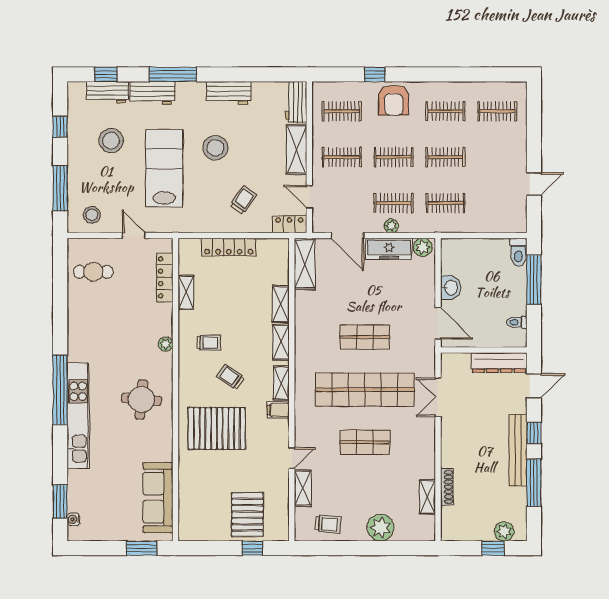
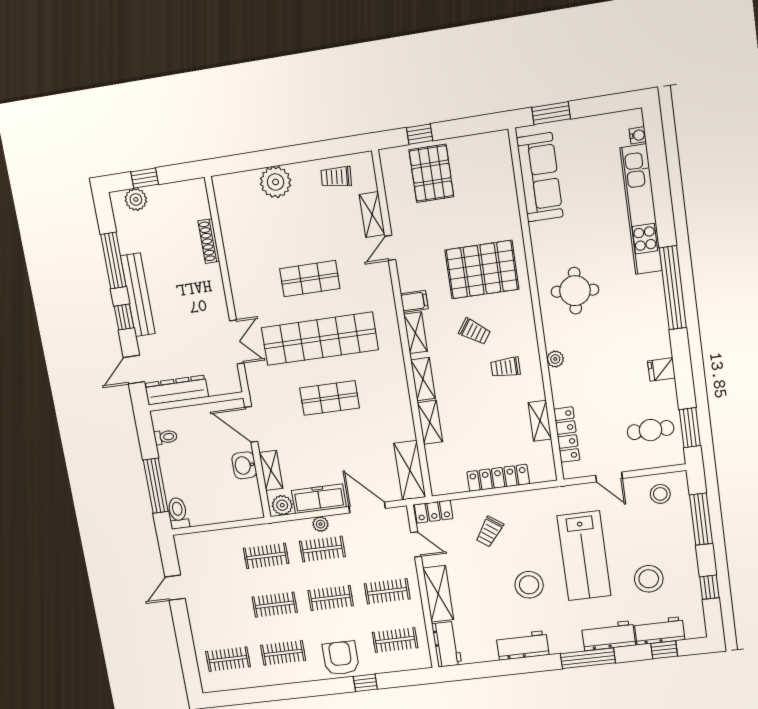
fridge: (78, 323) -> (661, 369), added
kitchen unit: (78, 416) -> (641, 209), moved
shelving: (427, 497) -> (271, 470), moved
window: (60, 502) -> (690, 428), moved

